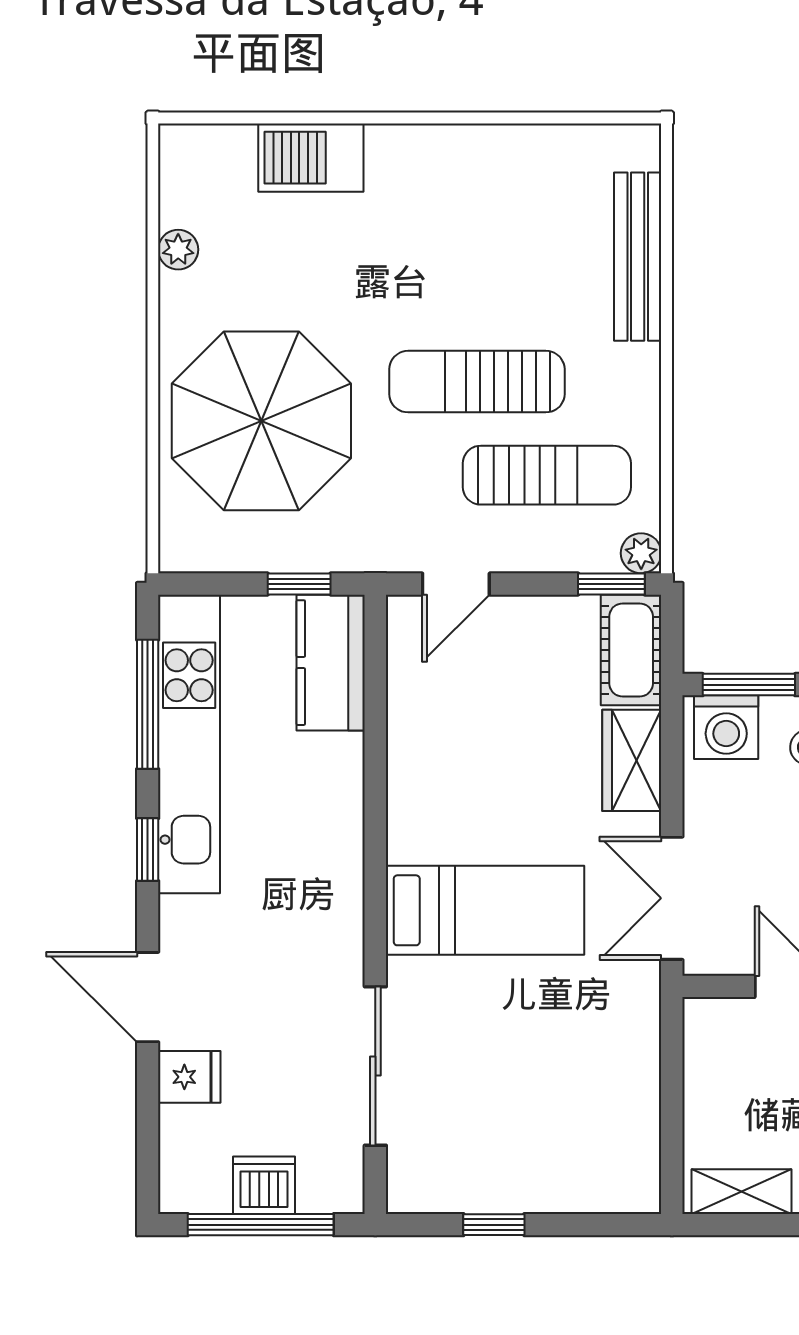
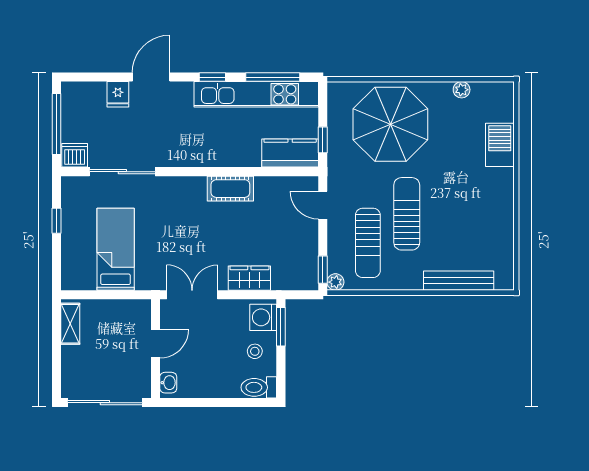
cot: (631, 650) -> (230, 189), moved
bed: (485, 910) -> (116, 249), moved, turned 180
dishwasher: (264, 1185) -> (75, 155), moved, turned -90

